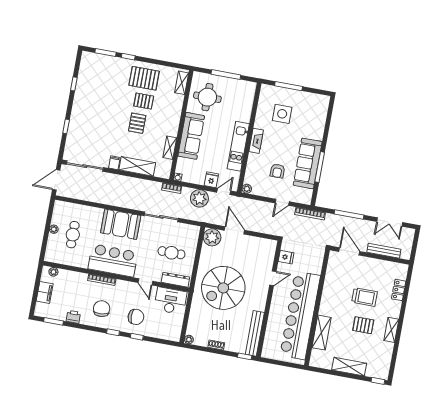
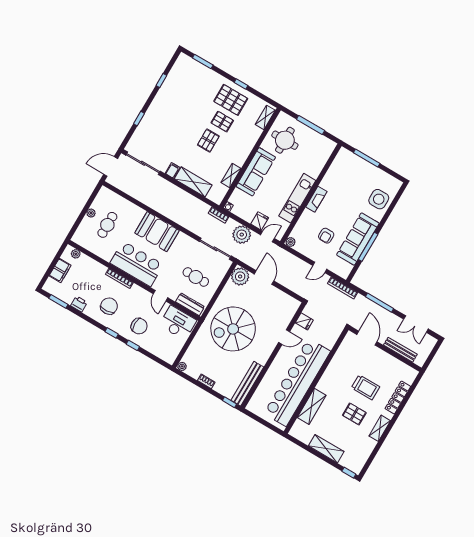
window: (128, 57) -> (241, 84), moved
side table: (282, 114) -> (379, 199), moved
sliding door: (161, 217) -> (215, 249), moved
locker: (399, 290) -> (398, 398), width x1.53

